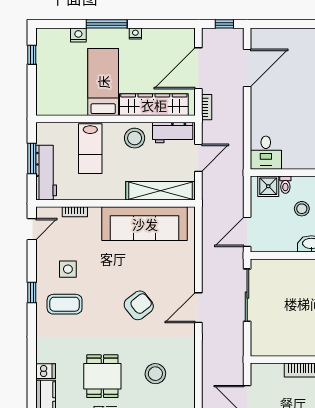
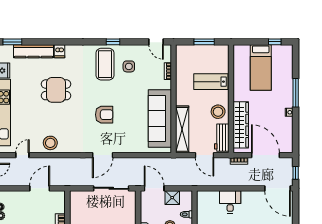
nightstand: (78, 35) -> (288, 74), removed
door: (247, 68) -> (277, 188), moved
bed: (103, 82) -> (261, 67), moved, turned 90
desk: (266, 153) -> (230, 202), moved, turned 90
workbench: (46, 173) -> (194, 52), removed
shower: (268, 186) -> (172, 198), moved
coffee table: (65, 304) -> (105, 64), width x1.36, depth x1.32
armchair: (139, 305) -> (104, 115), turned -52
door: (198, 308) -> (103, 155), swing flipped
stool: (155, 374) -> (50, 143), moved

